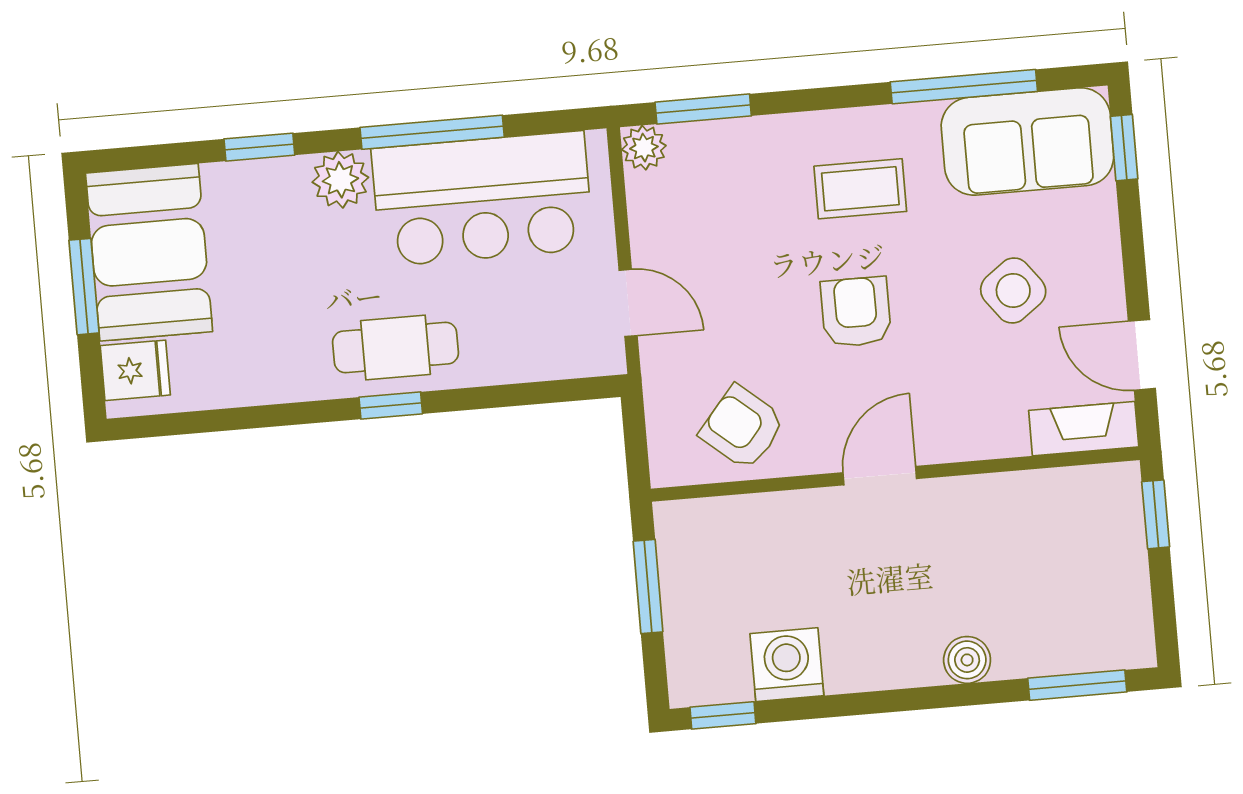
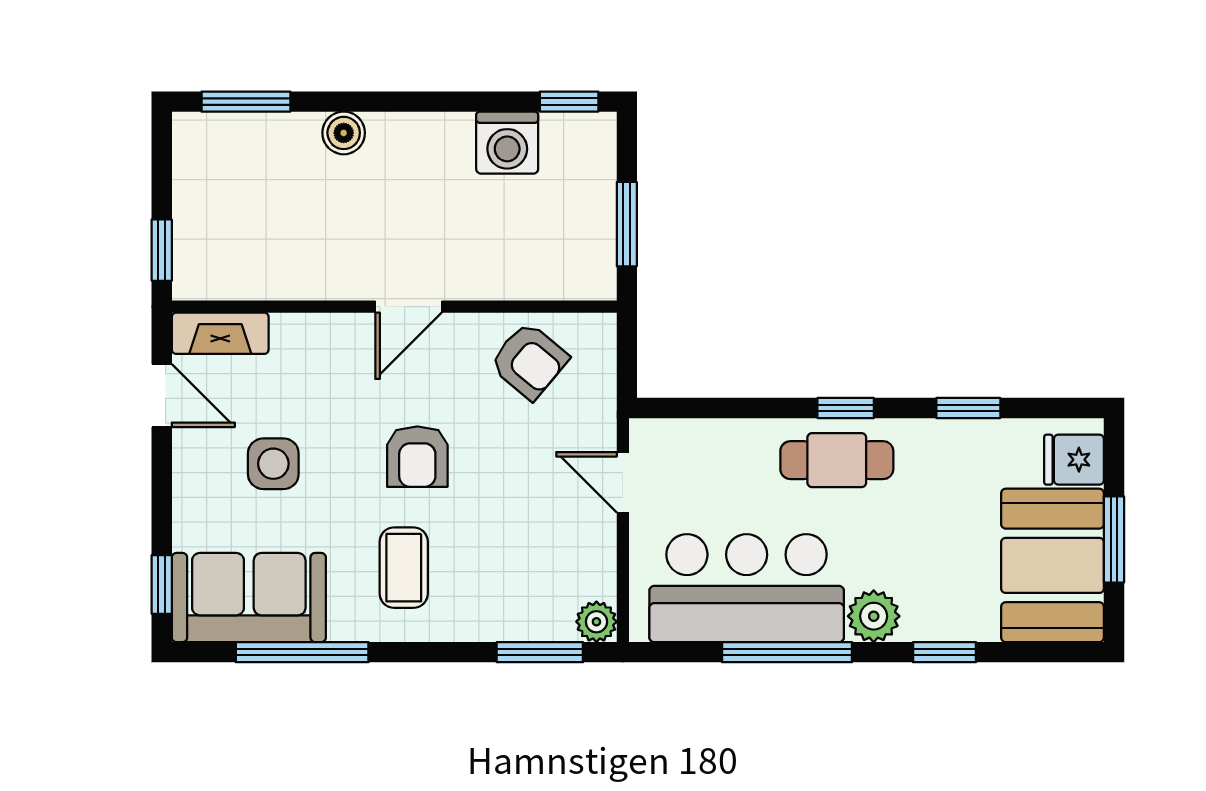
coffee table: (860, 189) -> (404, 568), turned 90
side table: (1013, 291) -> (273, 464), turned 37
window: (256, 417) -> (968, 408), added

